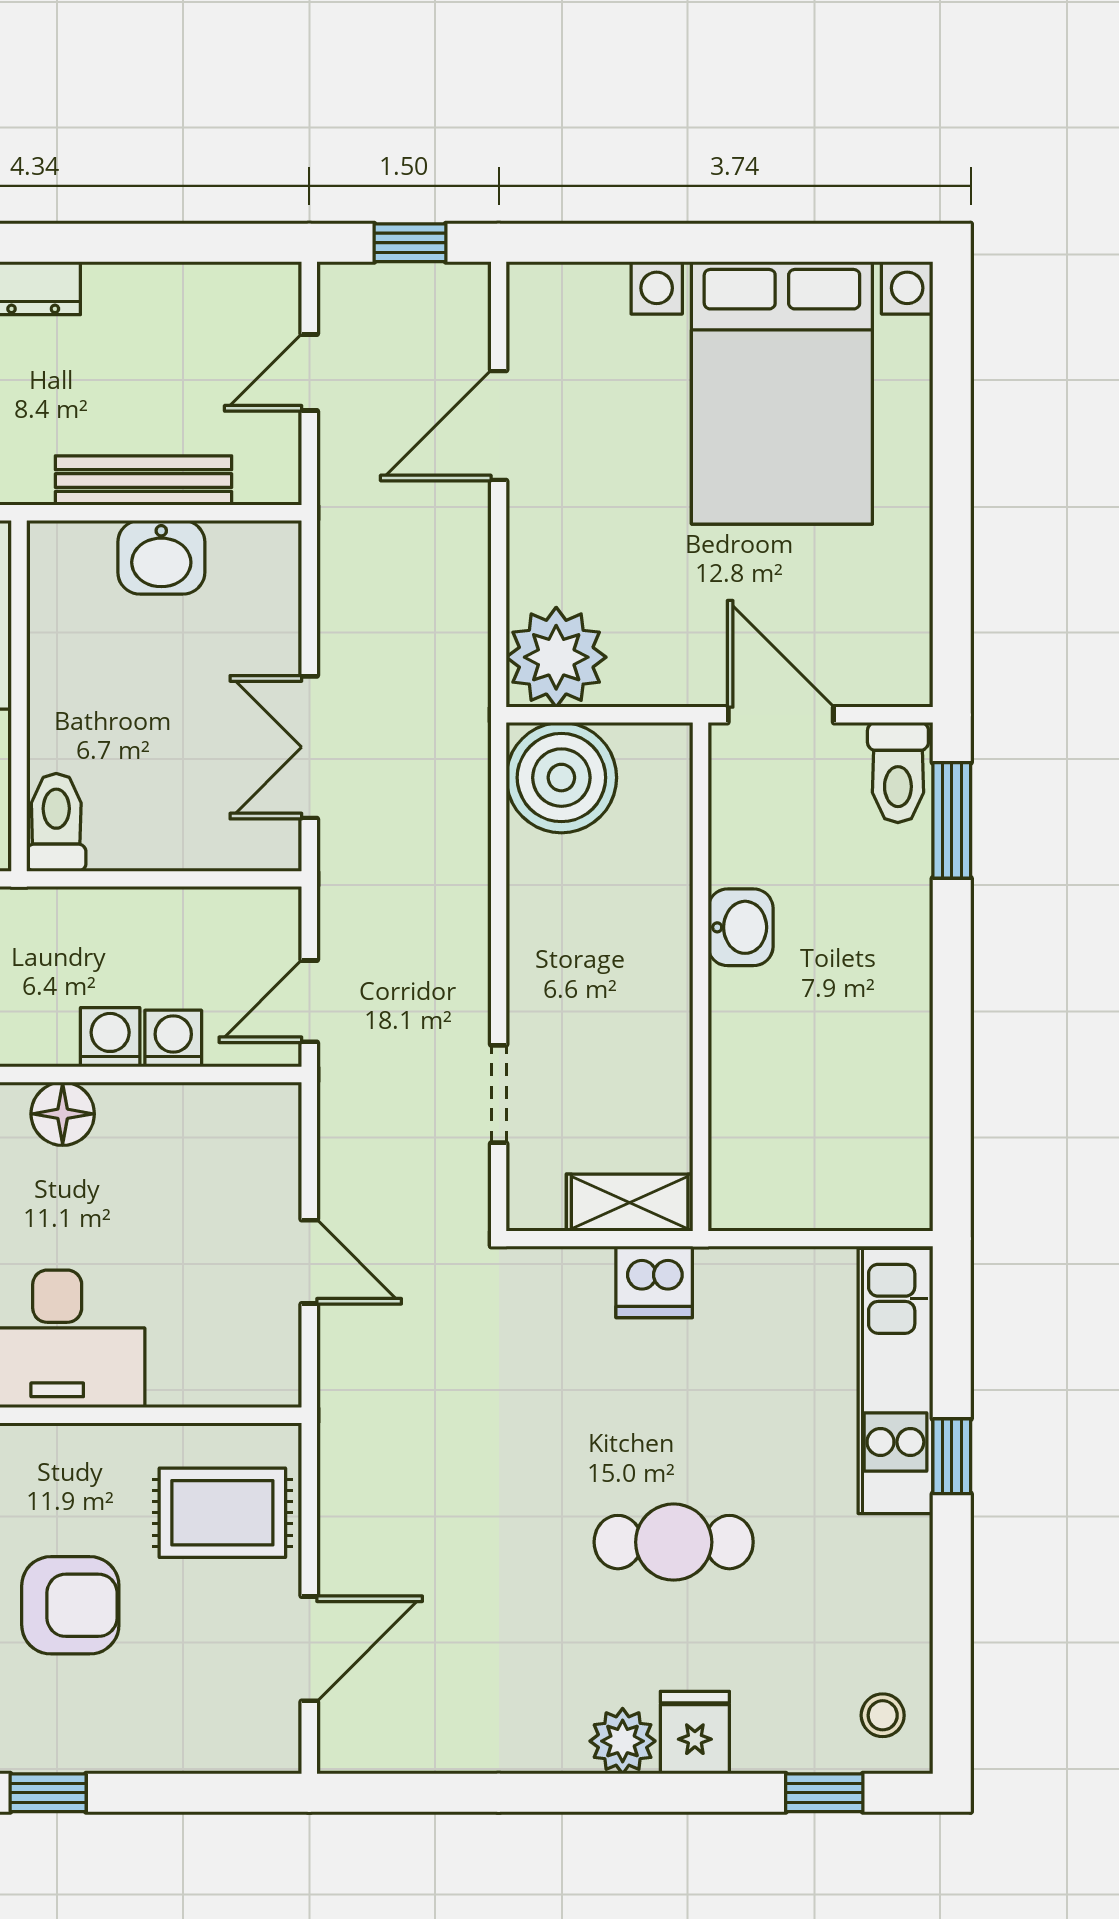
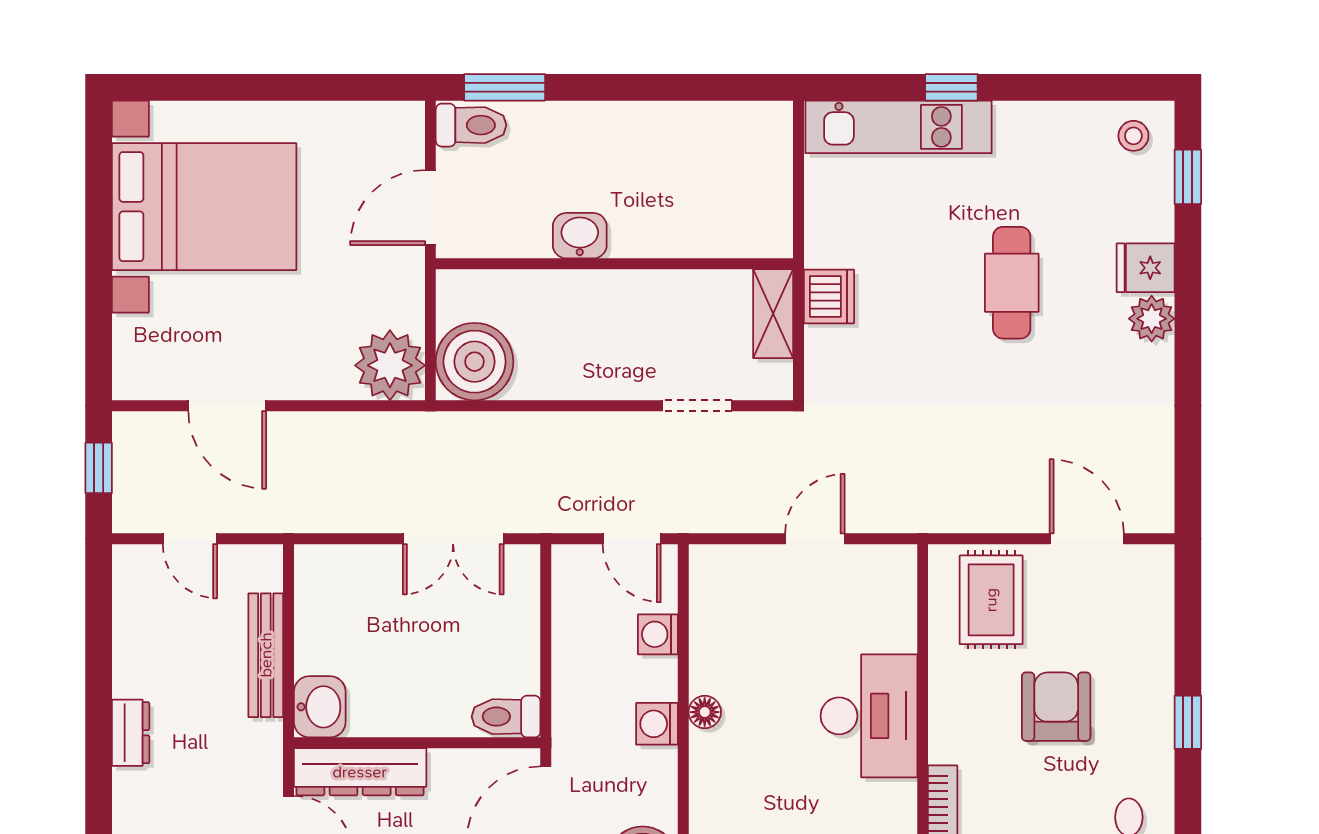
washbasin: (161, 557) -> (320, 707), moved
washing machine: (110, 1037) -> (657, 724), moved
floor lamp: (63, 1114) -> (705, 712), width x0.73, depth x0.73

